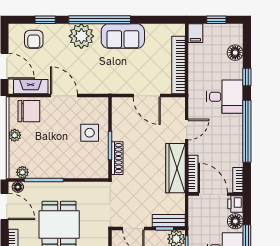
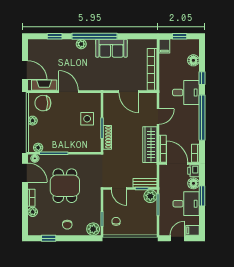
plant: (81, 36) -> (81, 44), width x0.53, depth x0.53
armchair: (34, 39) -> (46, 51), removed
chair: (29, 111) -> (43, 103), turned 180

